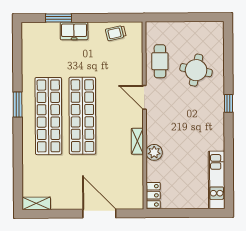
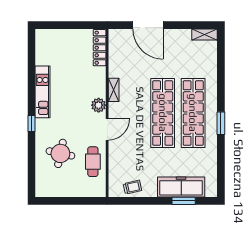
freezer: (74, 31) -> (181, 187), width x1.91, depth x1.26
door: (144, 97) -> (107, 129), hinge flipped
plant: (154, 152) -> (99, 105), moved
kitchen unit: (217, 180) -> (43, 92), moved
locker: (153, 195) -> (100, 48), width x1.53

